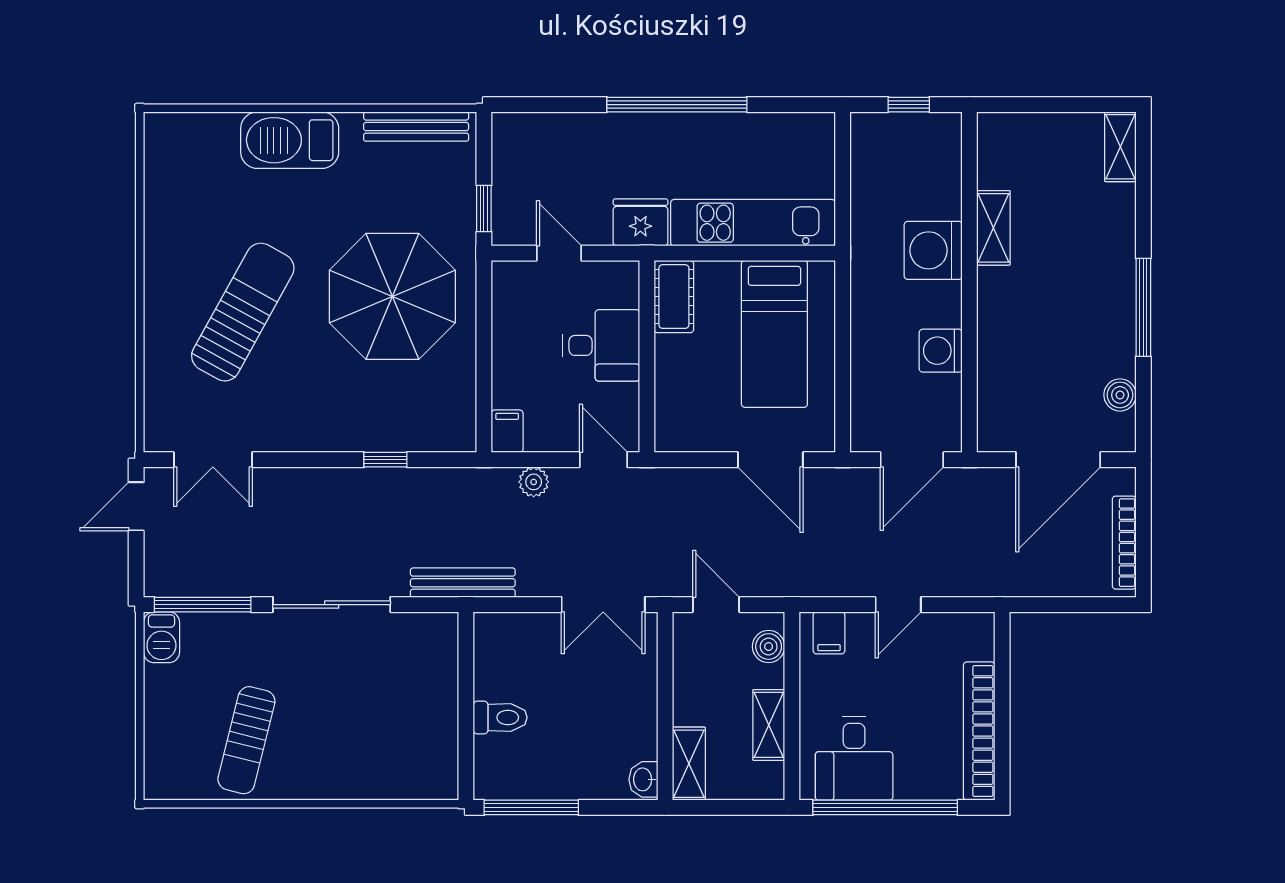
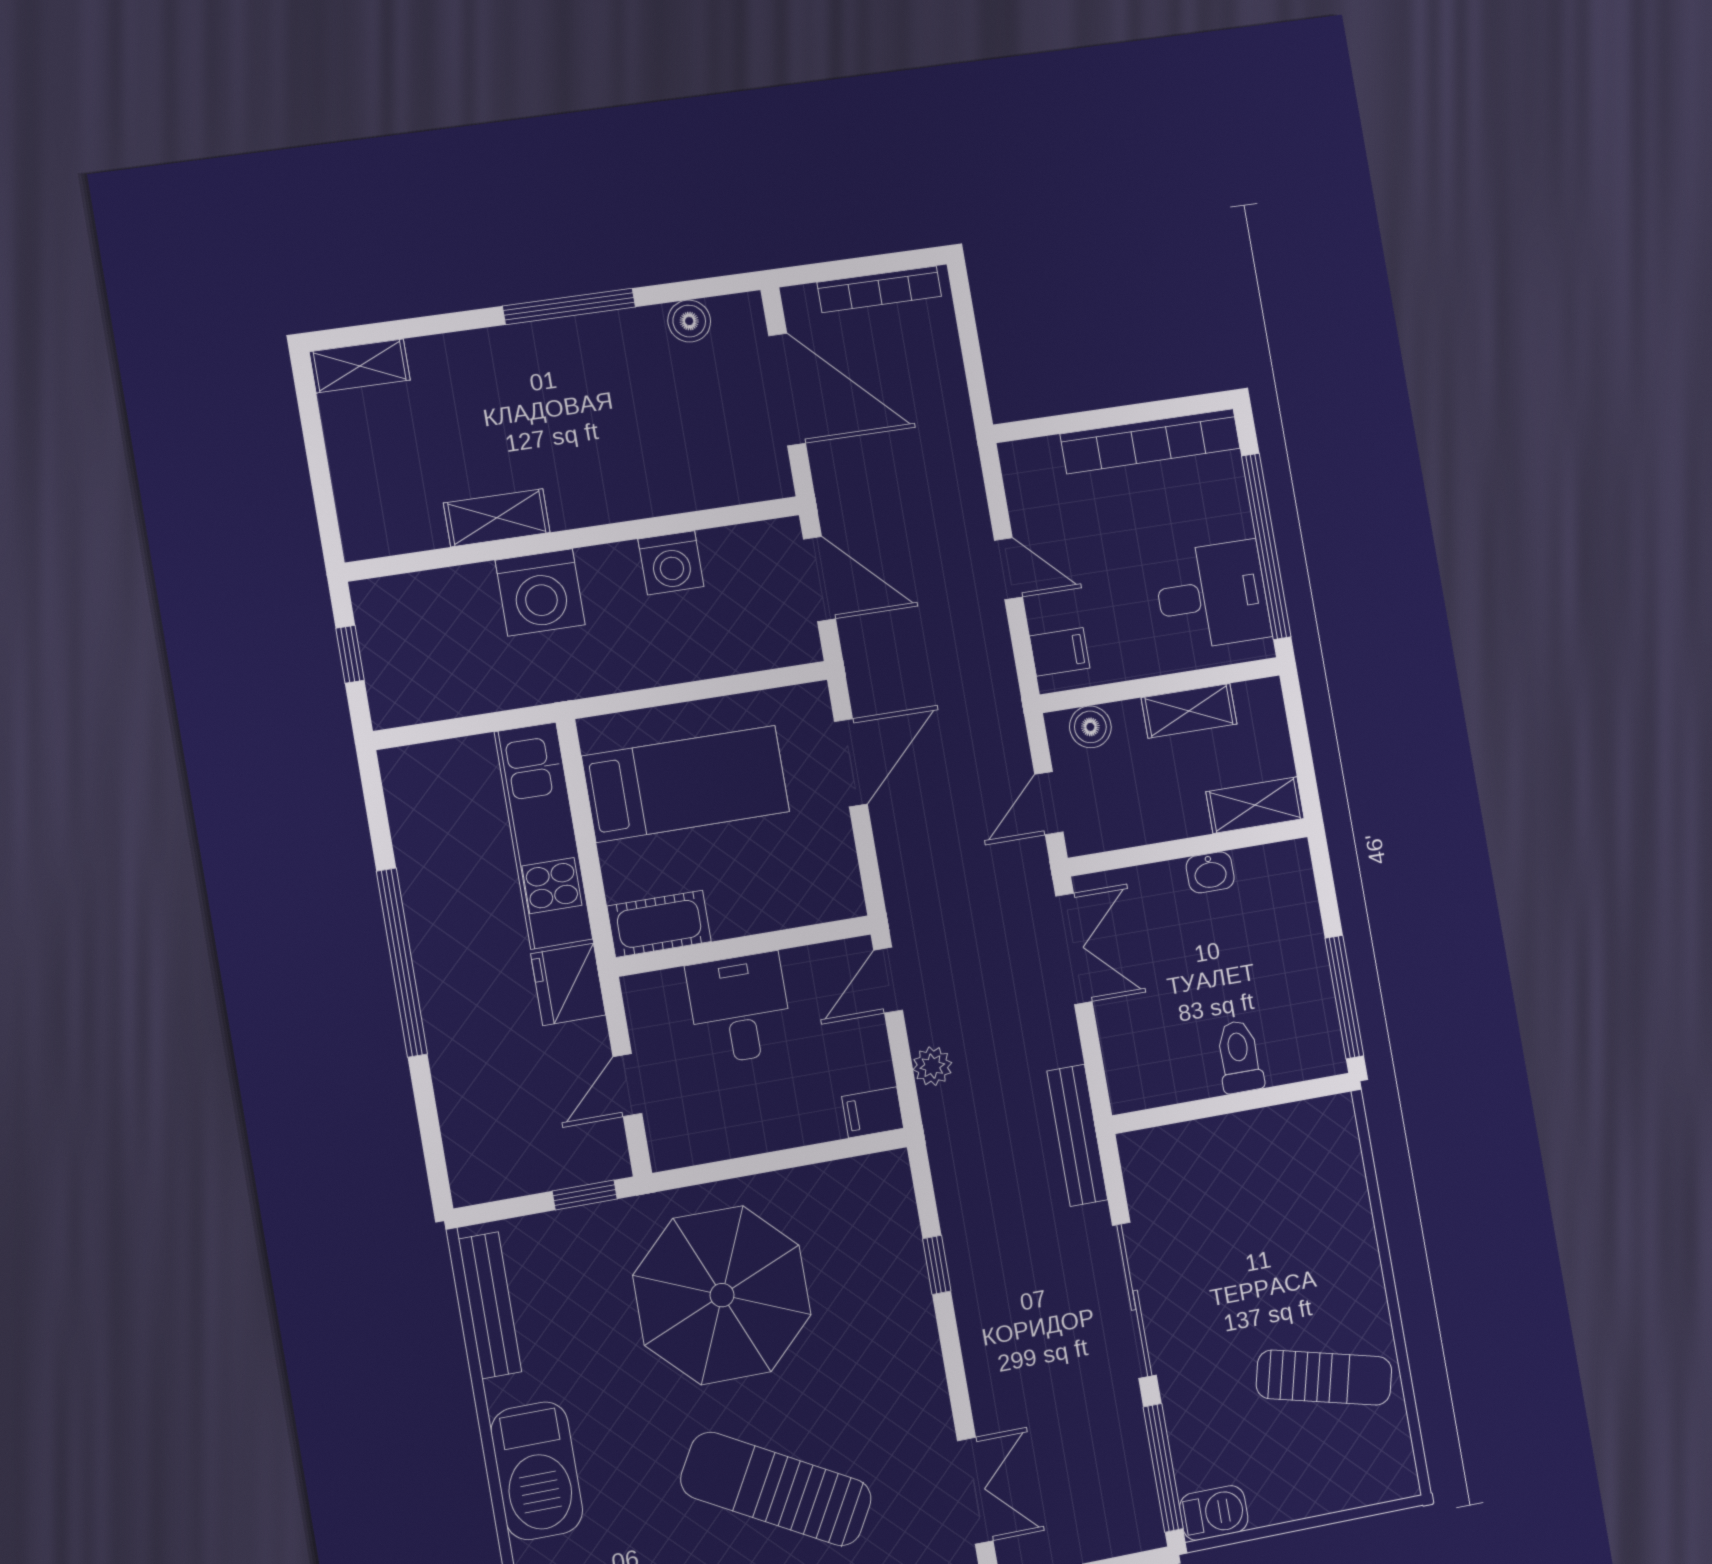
washbasin: (643, 779) -> (1210, 872), moved

